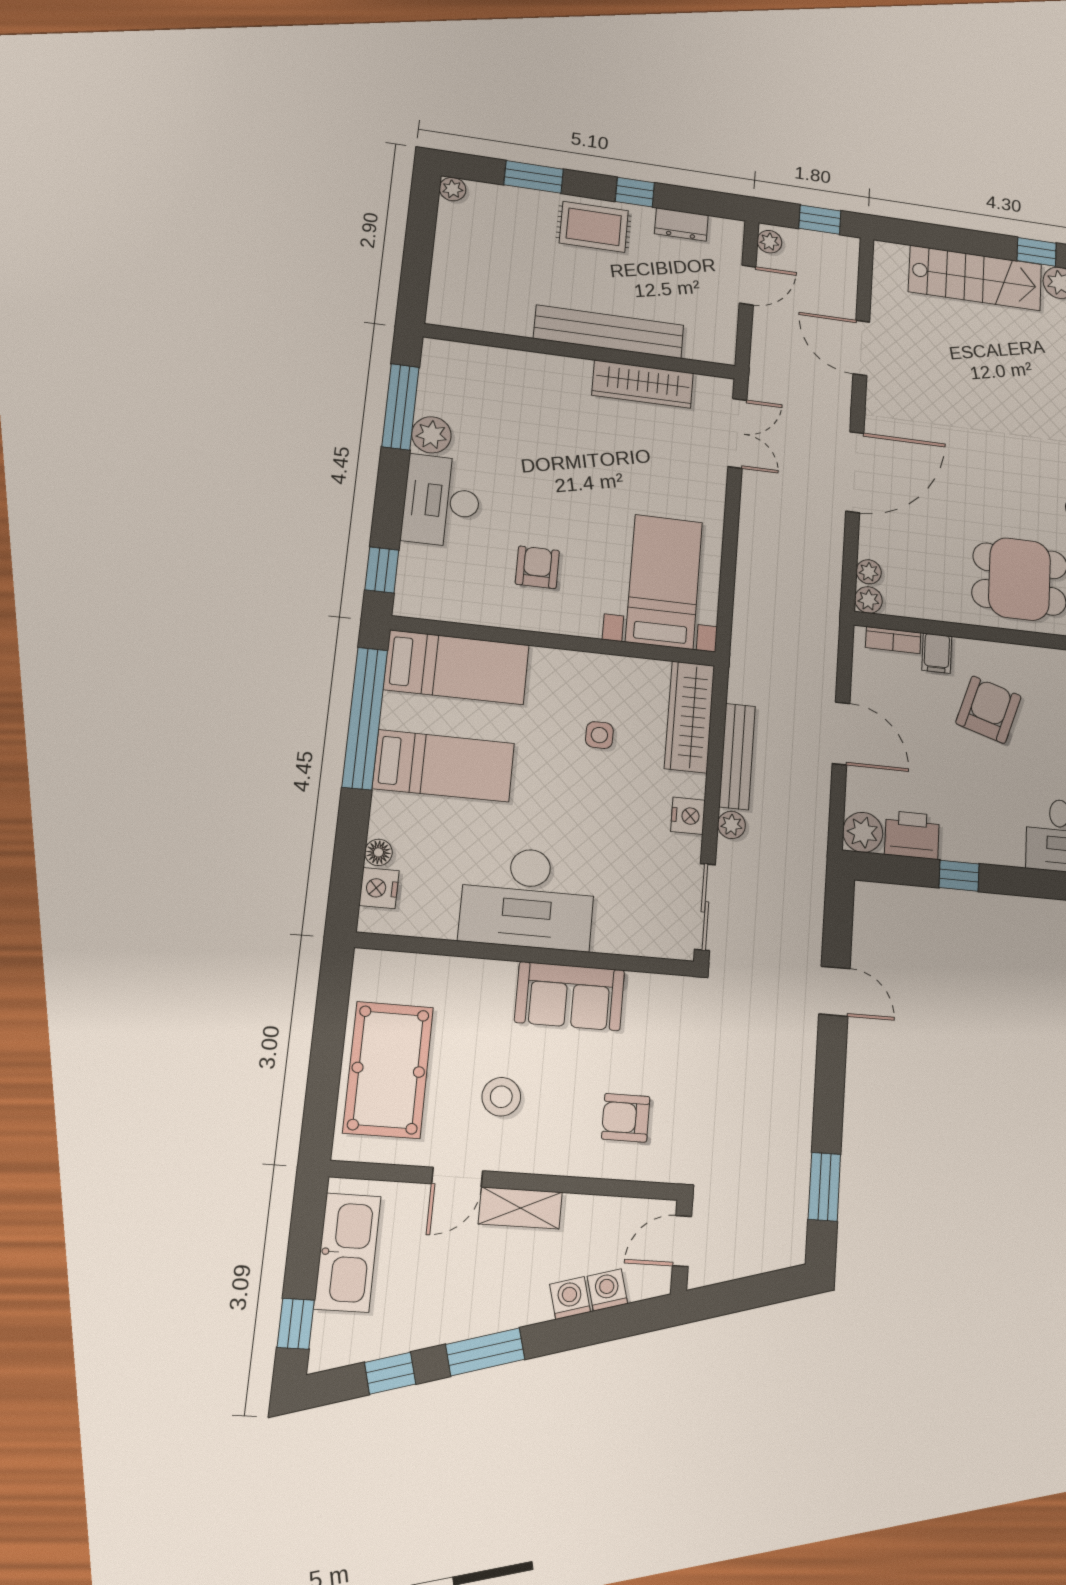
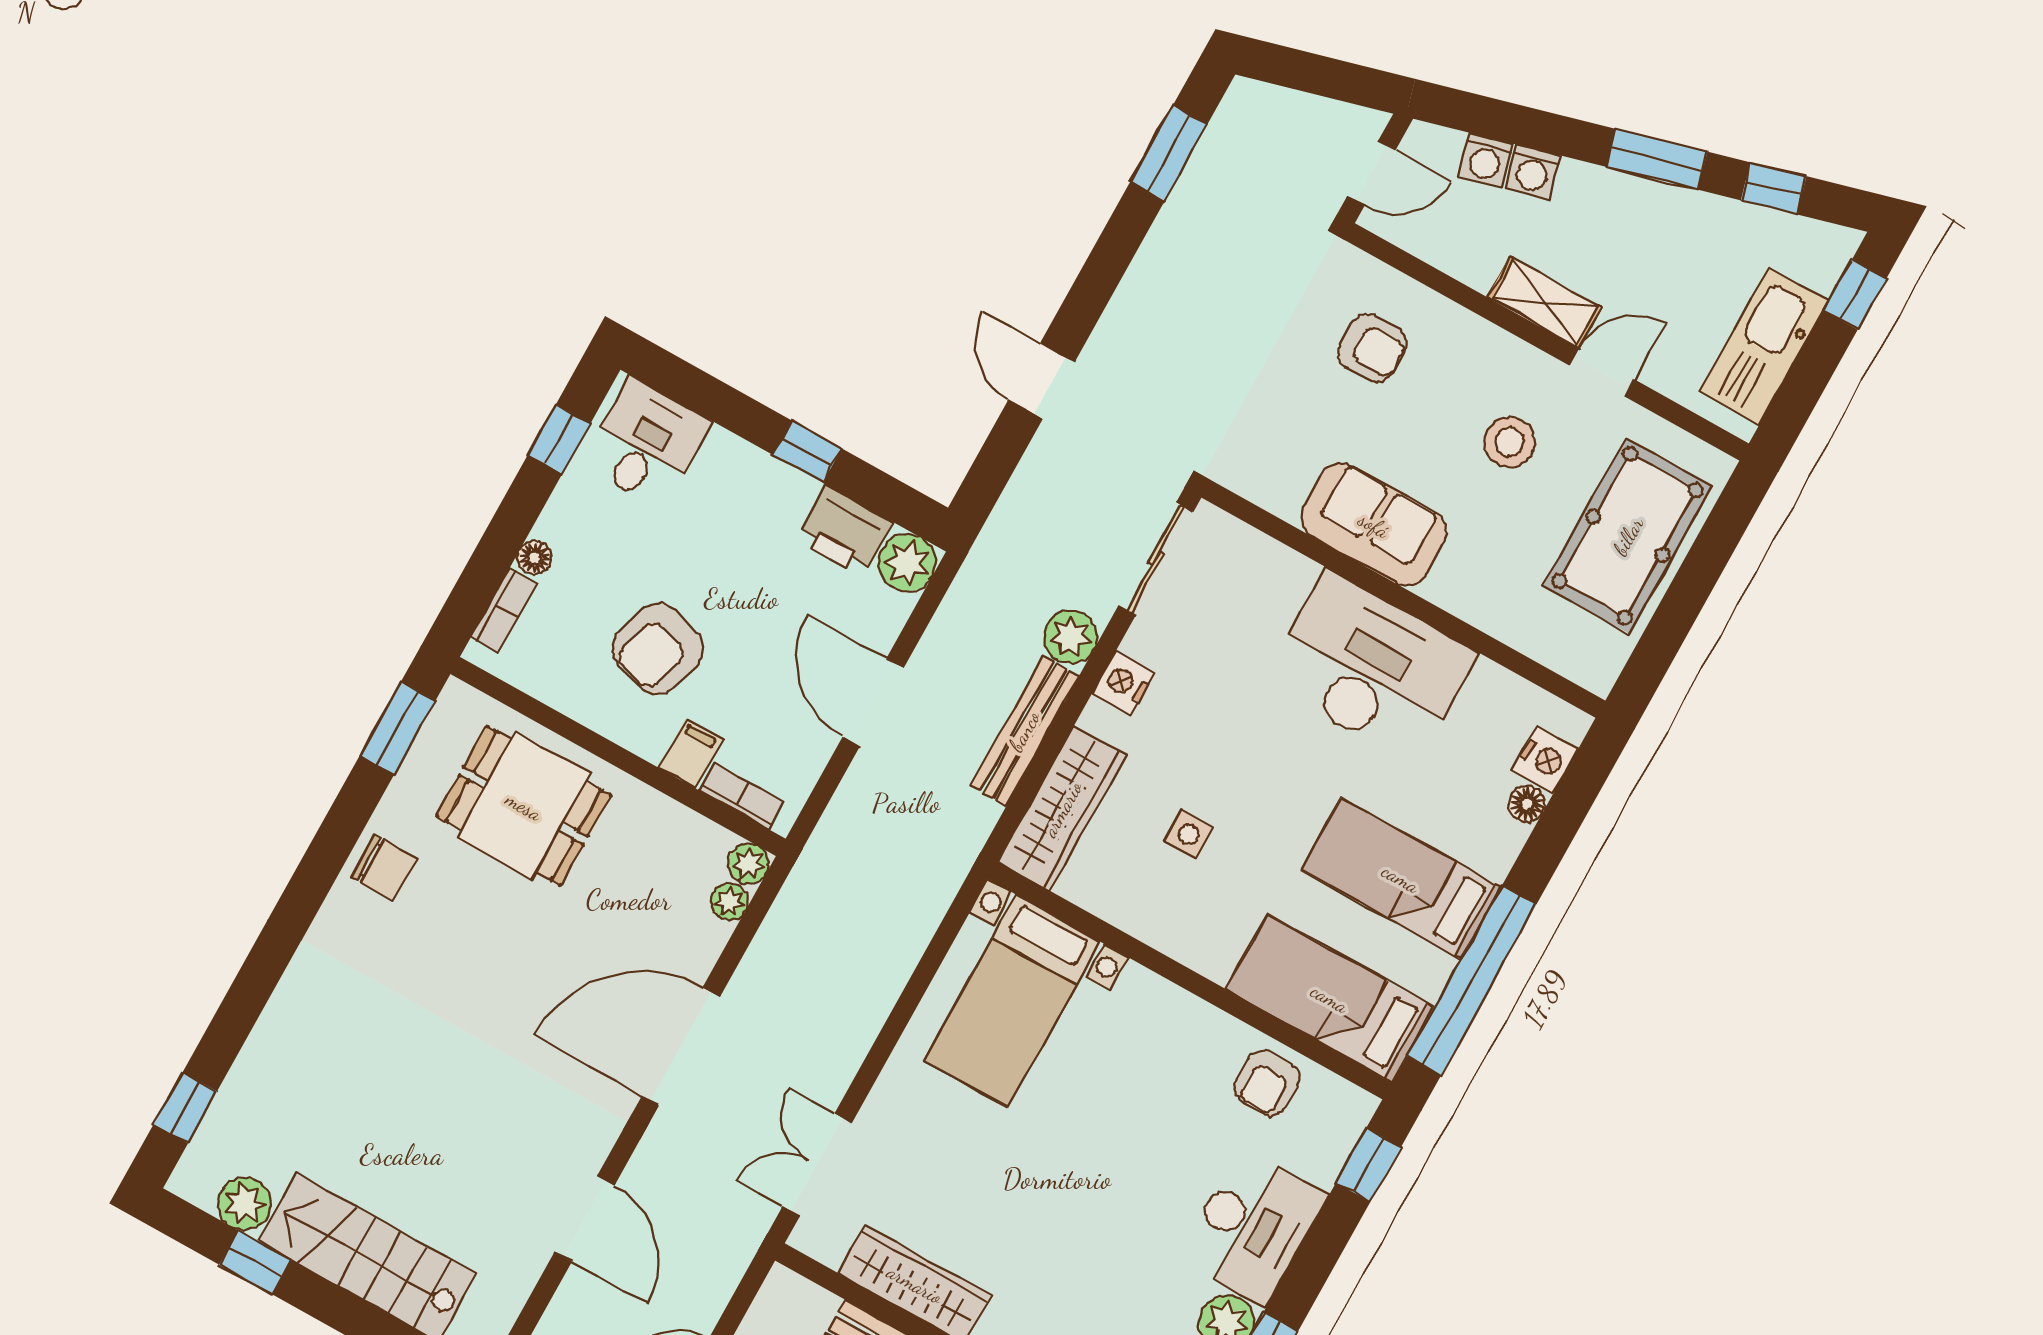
armchair: (537, 567) -> (1267, 1083), moved
plant: (731, 825) -> (1071, 637), width x1.38, depth x1.38

